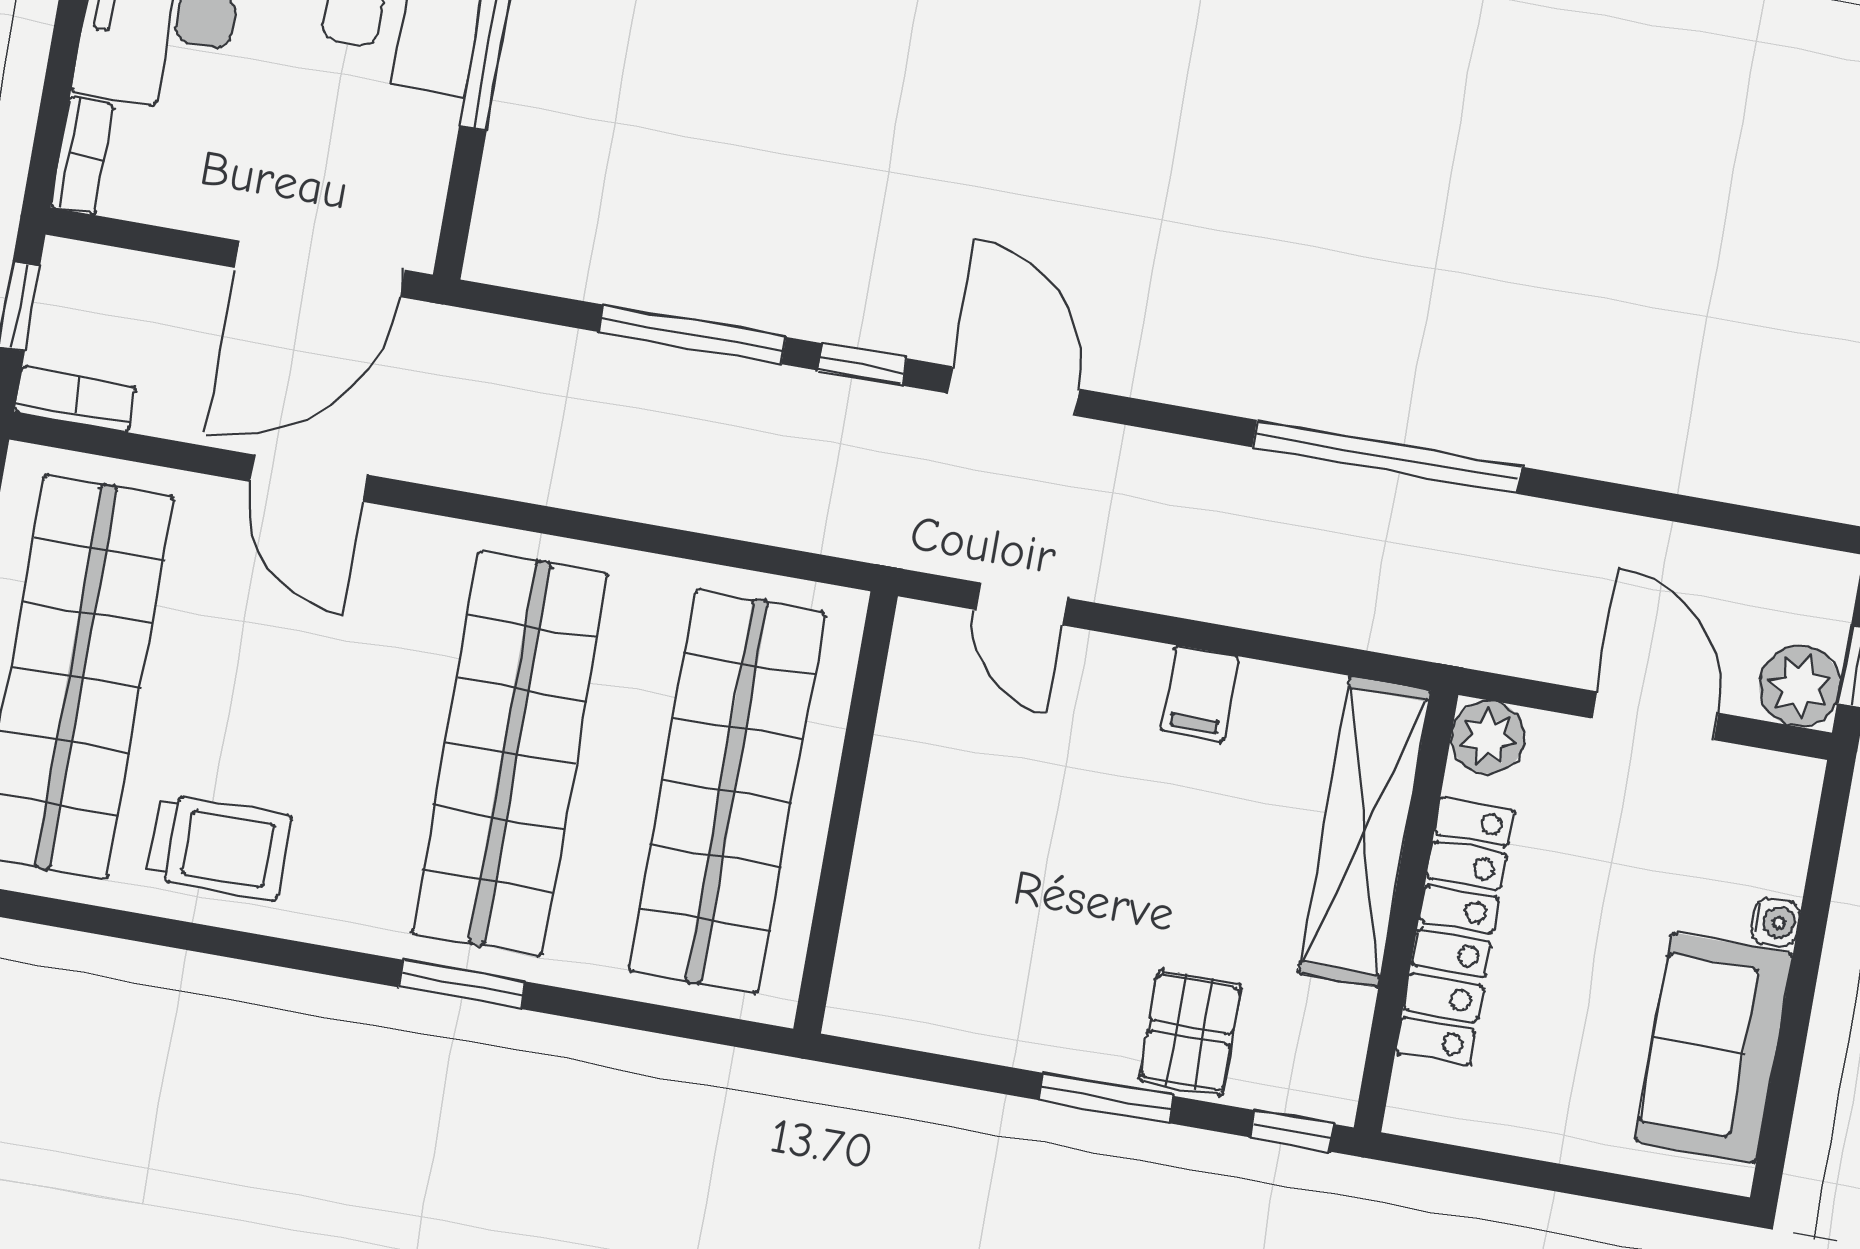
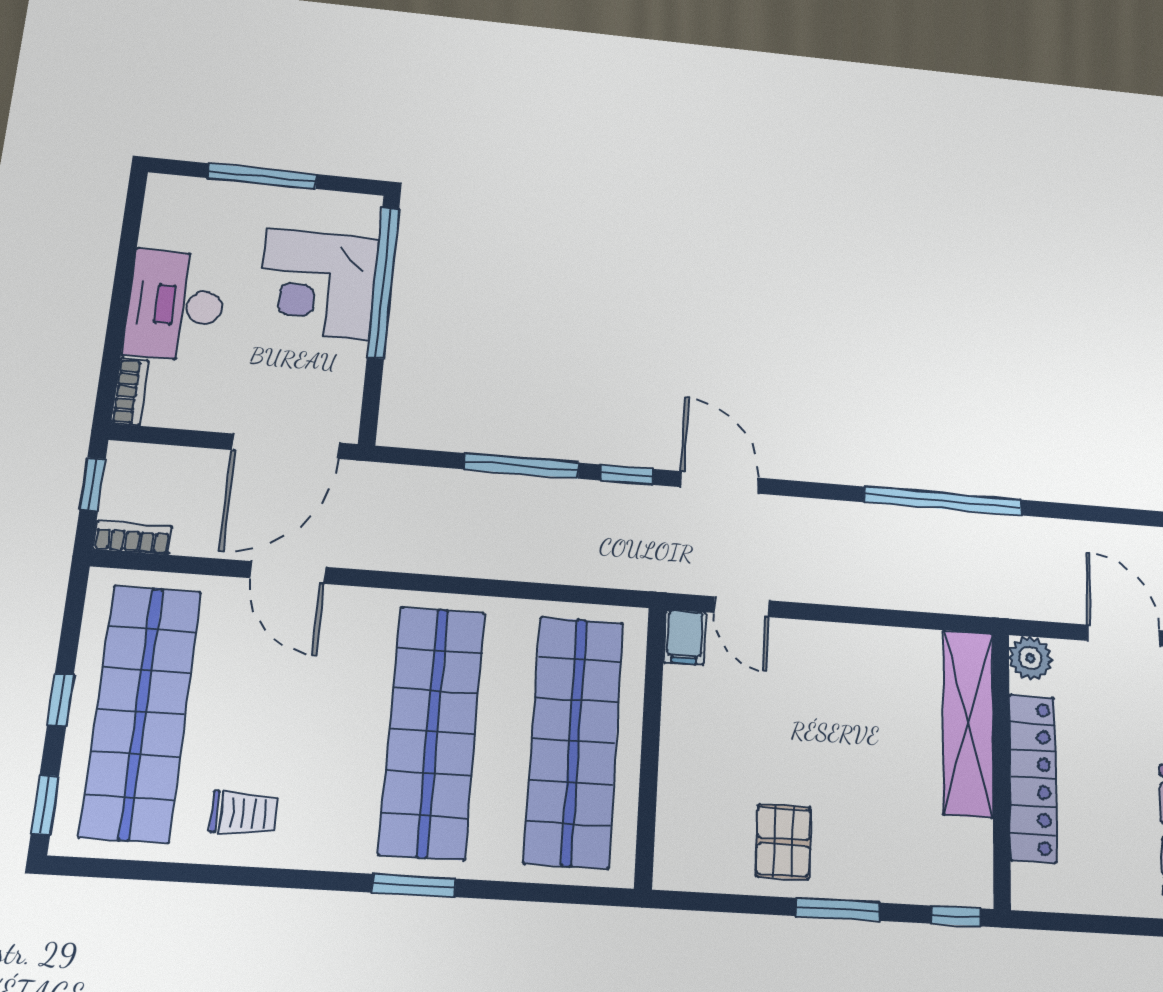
filing cabinet: (1200, 693) -> (685, 637), moved
trolley: (219, 847) -> (244, 813), width x0.73, depth x0.72
pallet: (1190, 1032) -> (783, 842), moved

